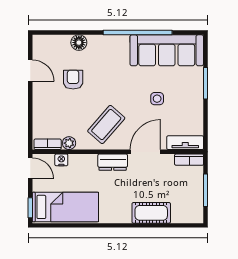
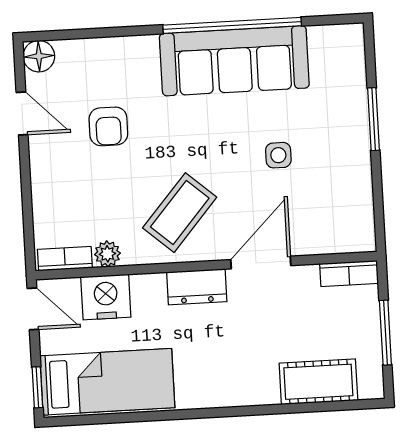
floor lamp: (79, 43) -> (39, 56), moved
sofa: (167, 50) -> (234, 61), moved
armchair: (73, 80) -> (108, 126), turned 180
tv unit: (185, 143) -> (339, 240), removed
nightstand: (61, 160) -> (106, 297), width x1.89, depth x1.79
cot: (151, 213) -> (318, 382), moved

